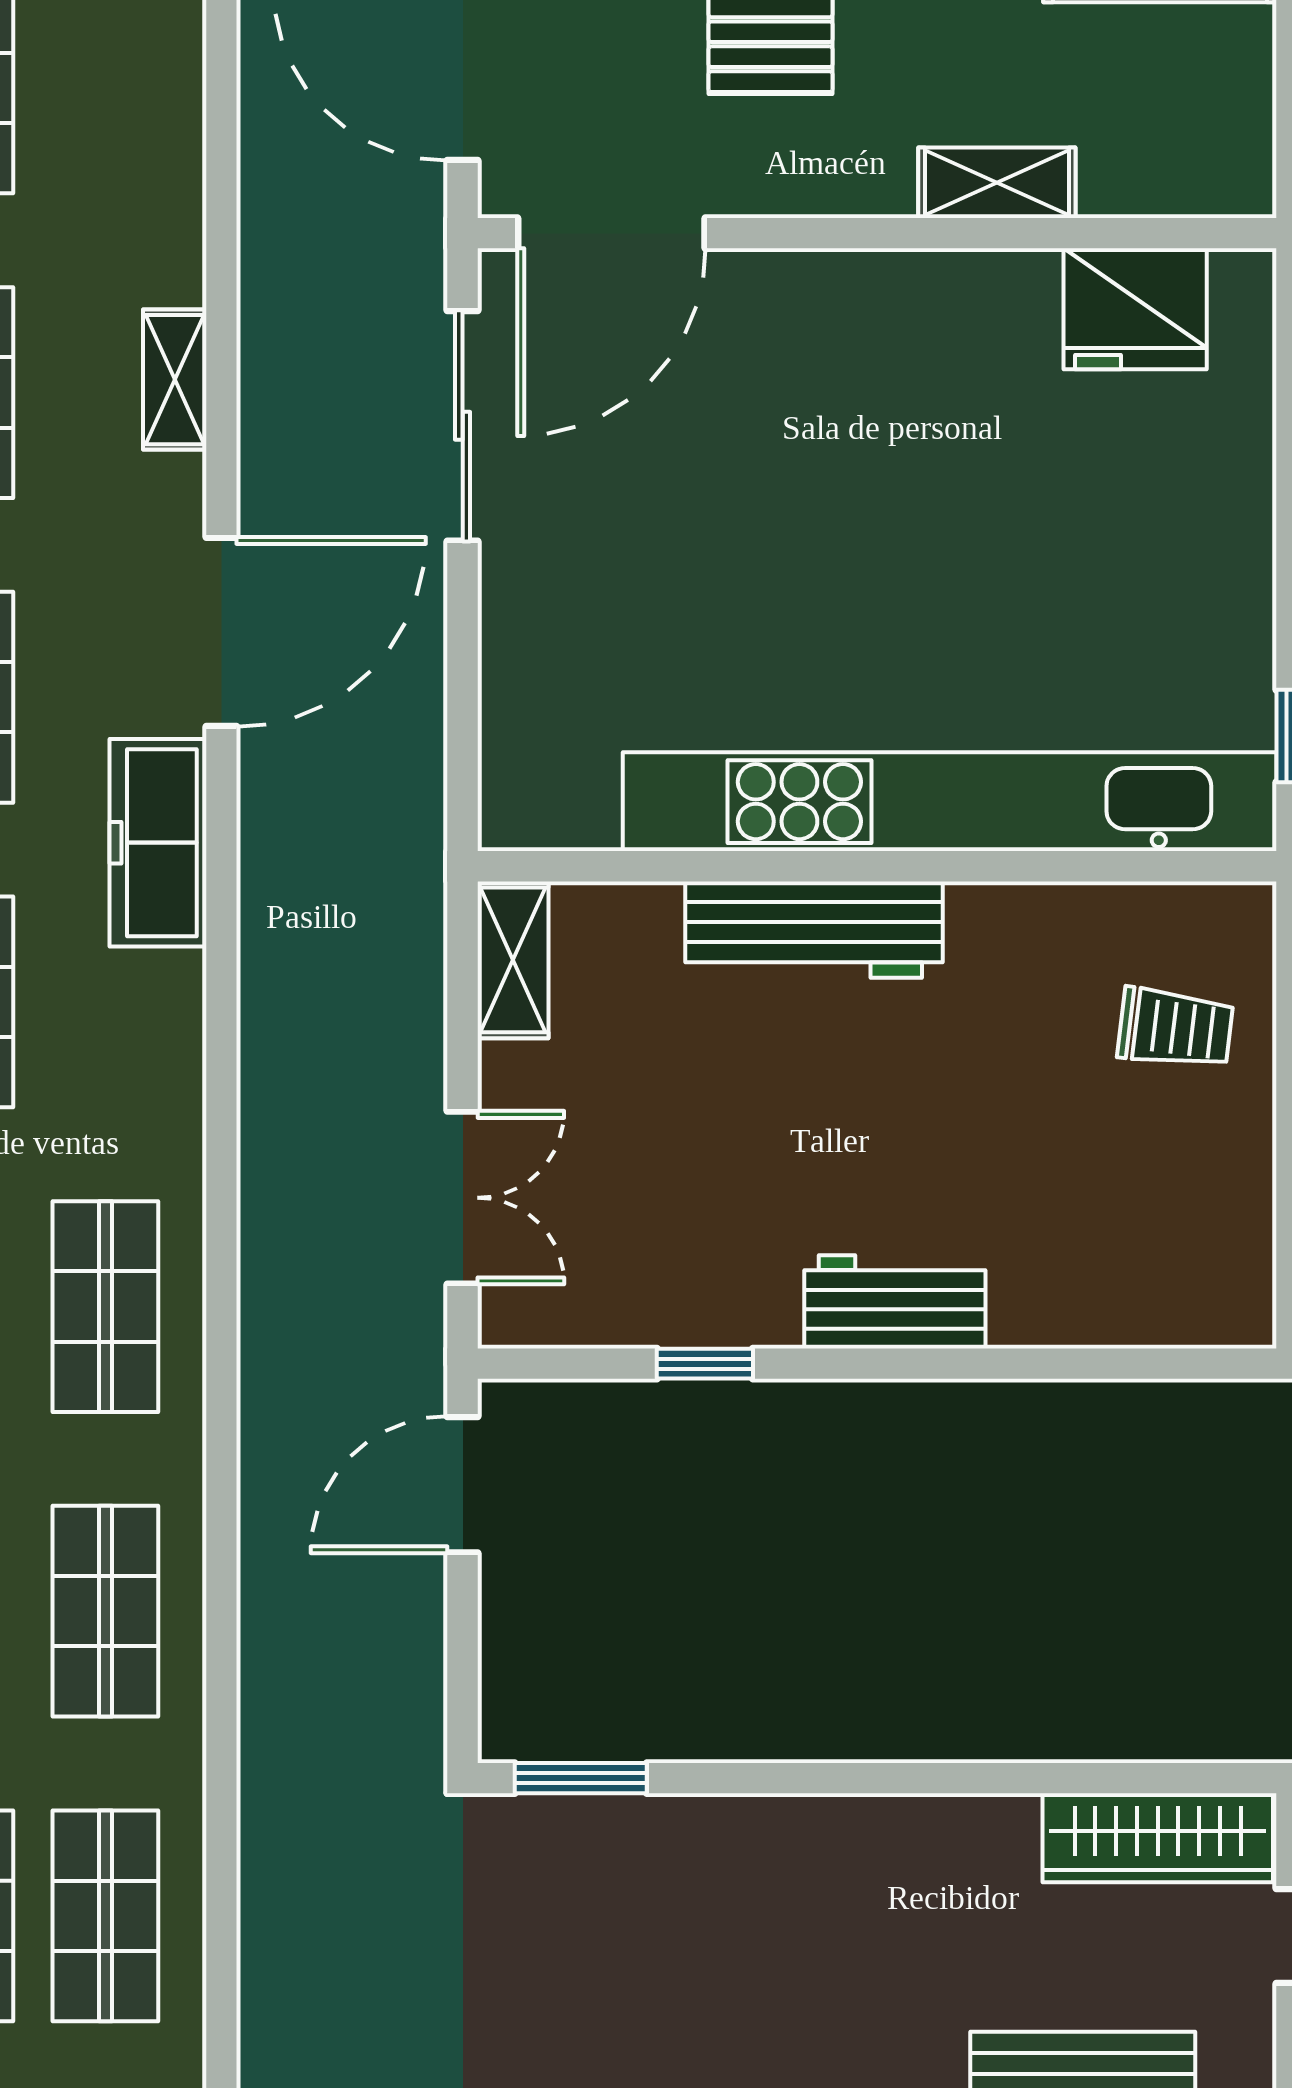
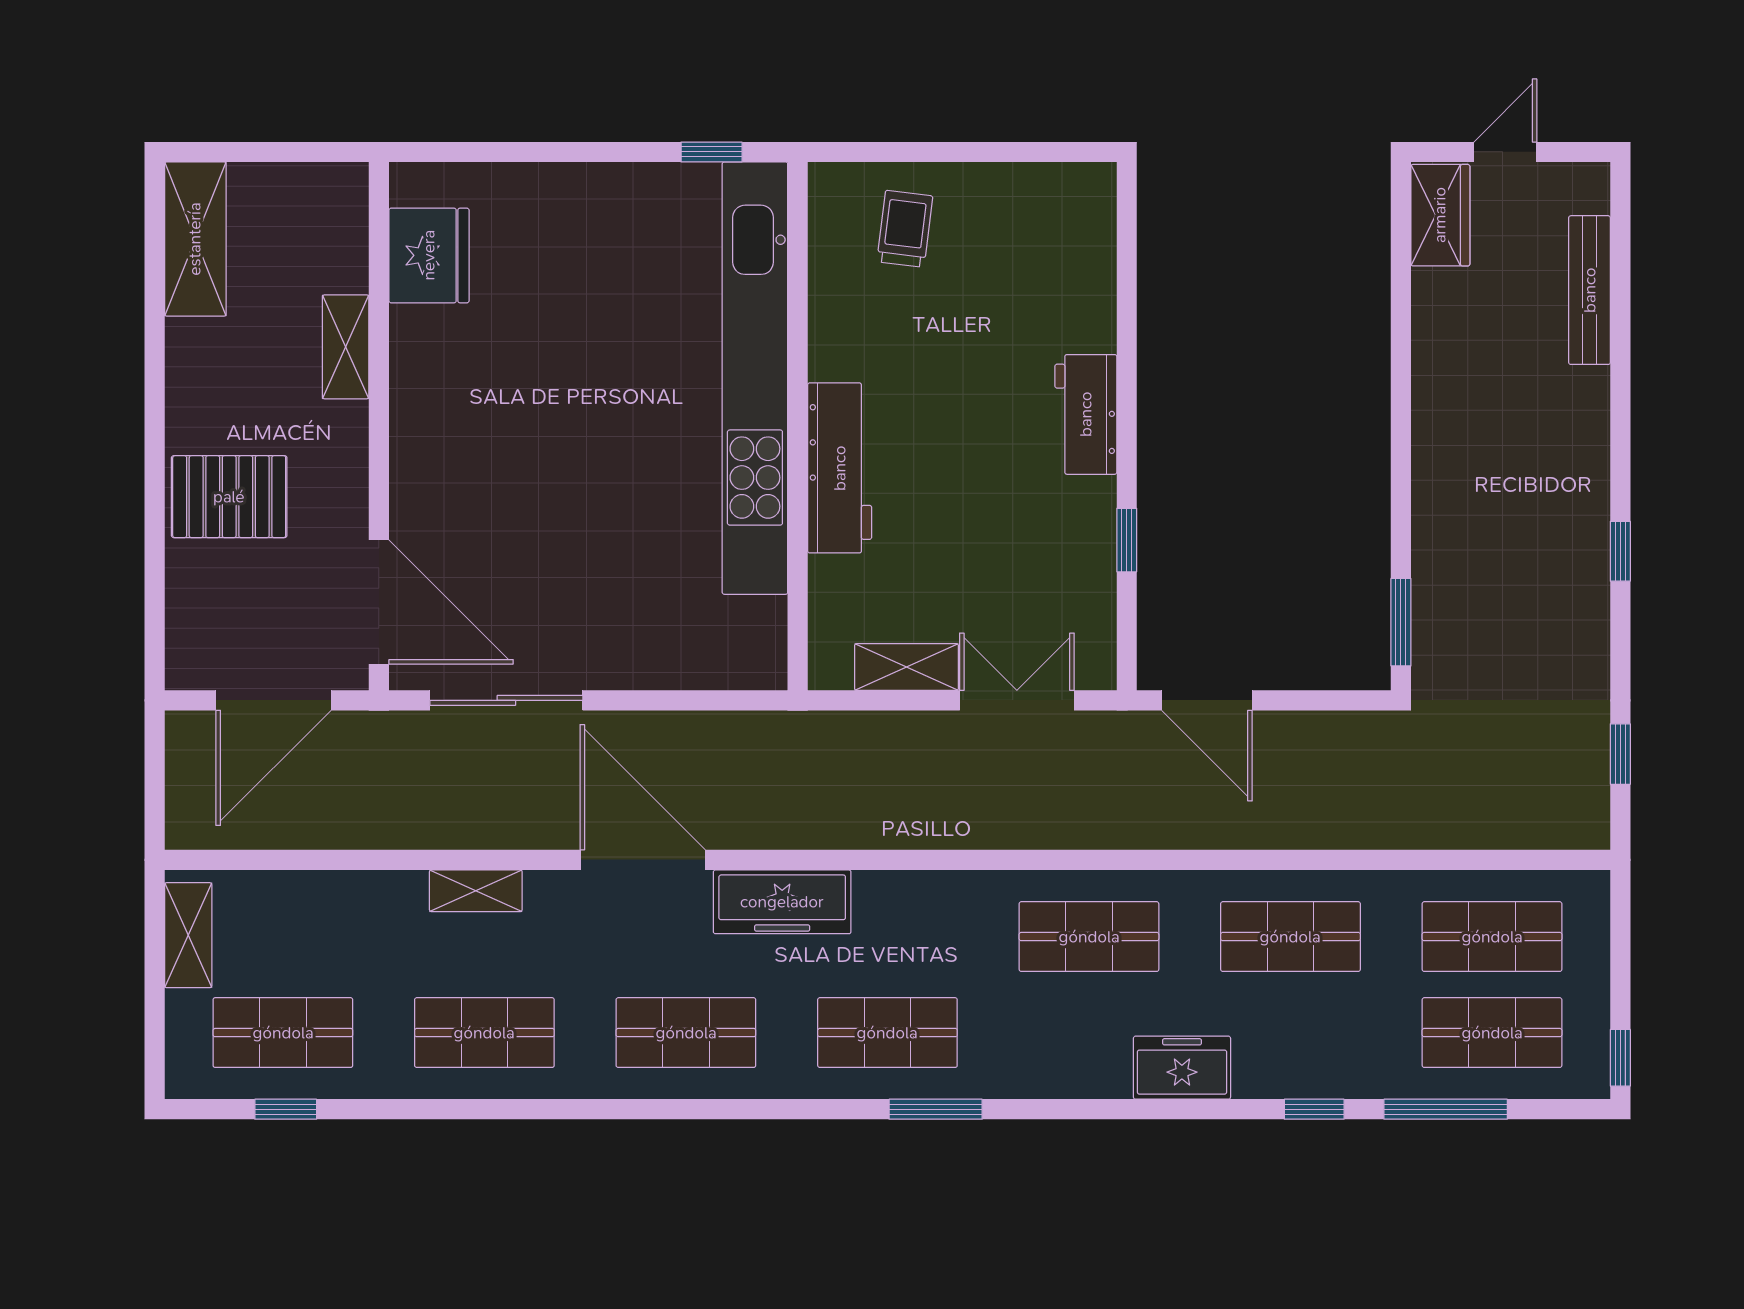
shelving: (513, 960) -> (906, 667), moved
wardrobe: (1158, 1838) -> (1440, 215), width x0.67

